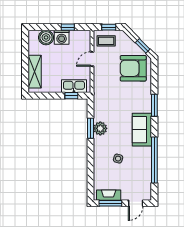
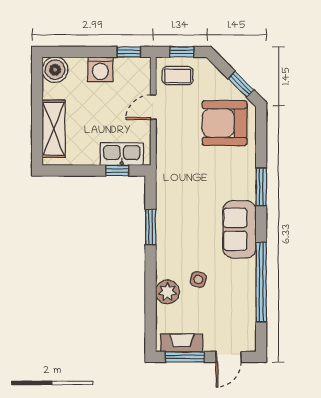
window: (68, 27) -> (129, 52), moved
boiler: (46, 37) -> (55, 70), moved
plant: (100, 128) -> (167, 292), moved

